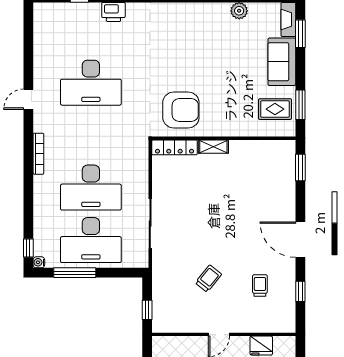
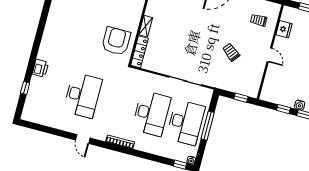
window: (75, 273) -> (208, 126), moved
trolley: (260, 286) -> (259, 20), moved

